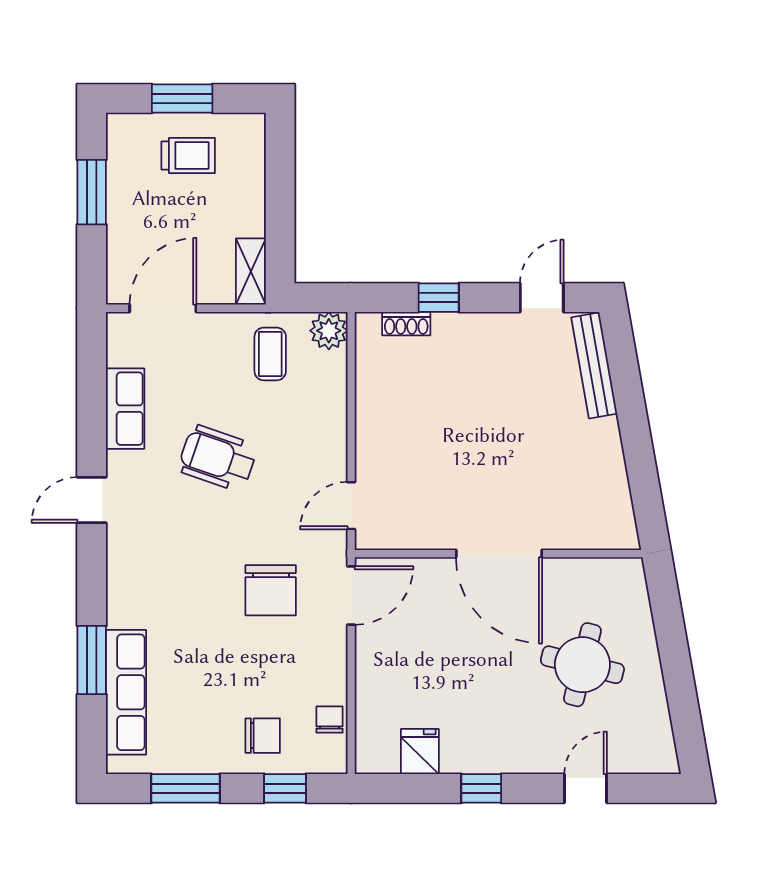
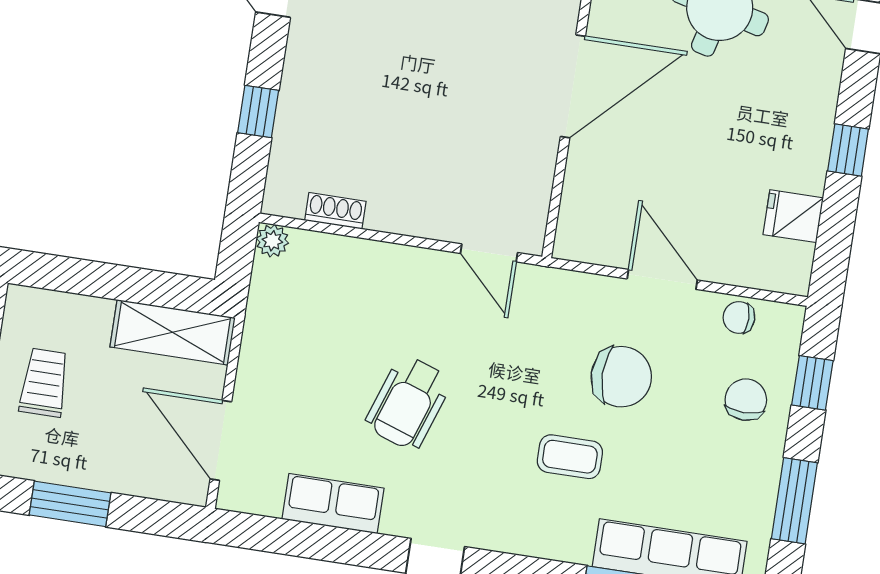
shelving: (251, 272) -> (173, 332), width x1.50, depth x1.33
shoe rack: (406, 324) -> (335, 211), moved, turned -90
plant: (329, 331) -> (272, 241), width x0.73, depth x0.73
coffee table: (270, 354) -> (570, 457), moved
chair: (271, 590) -> (621, 377), moved
door: (351, 596) -> (662, 279), moved

